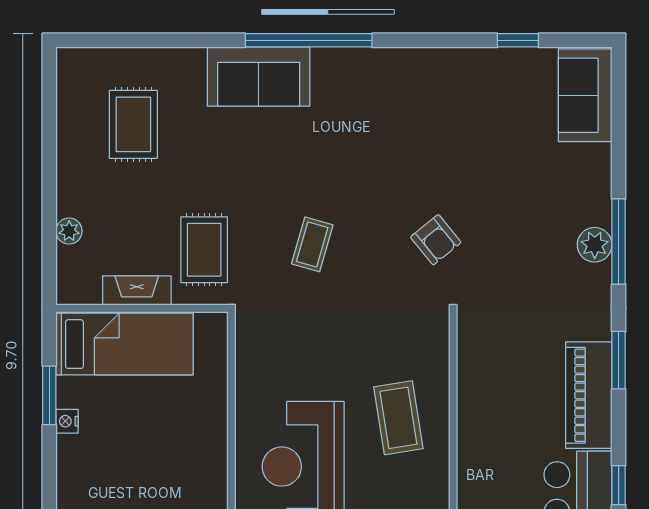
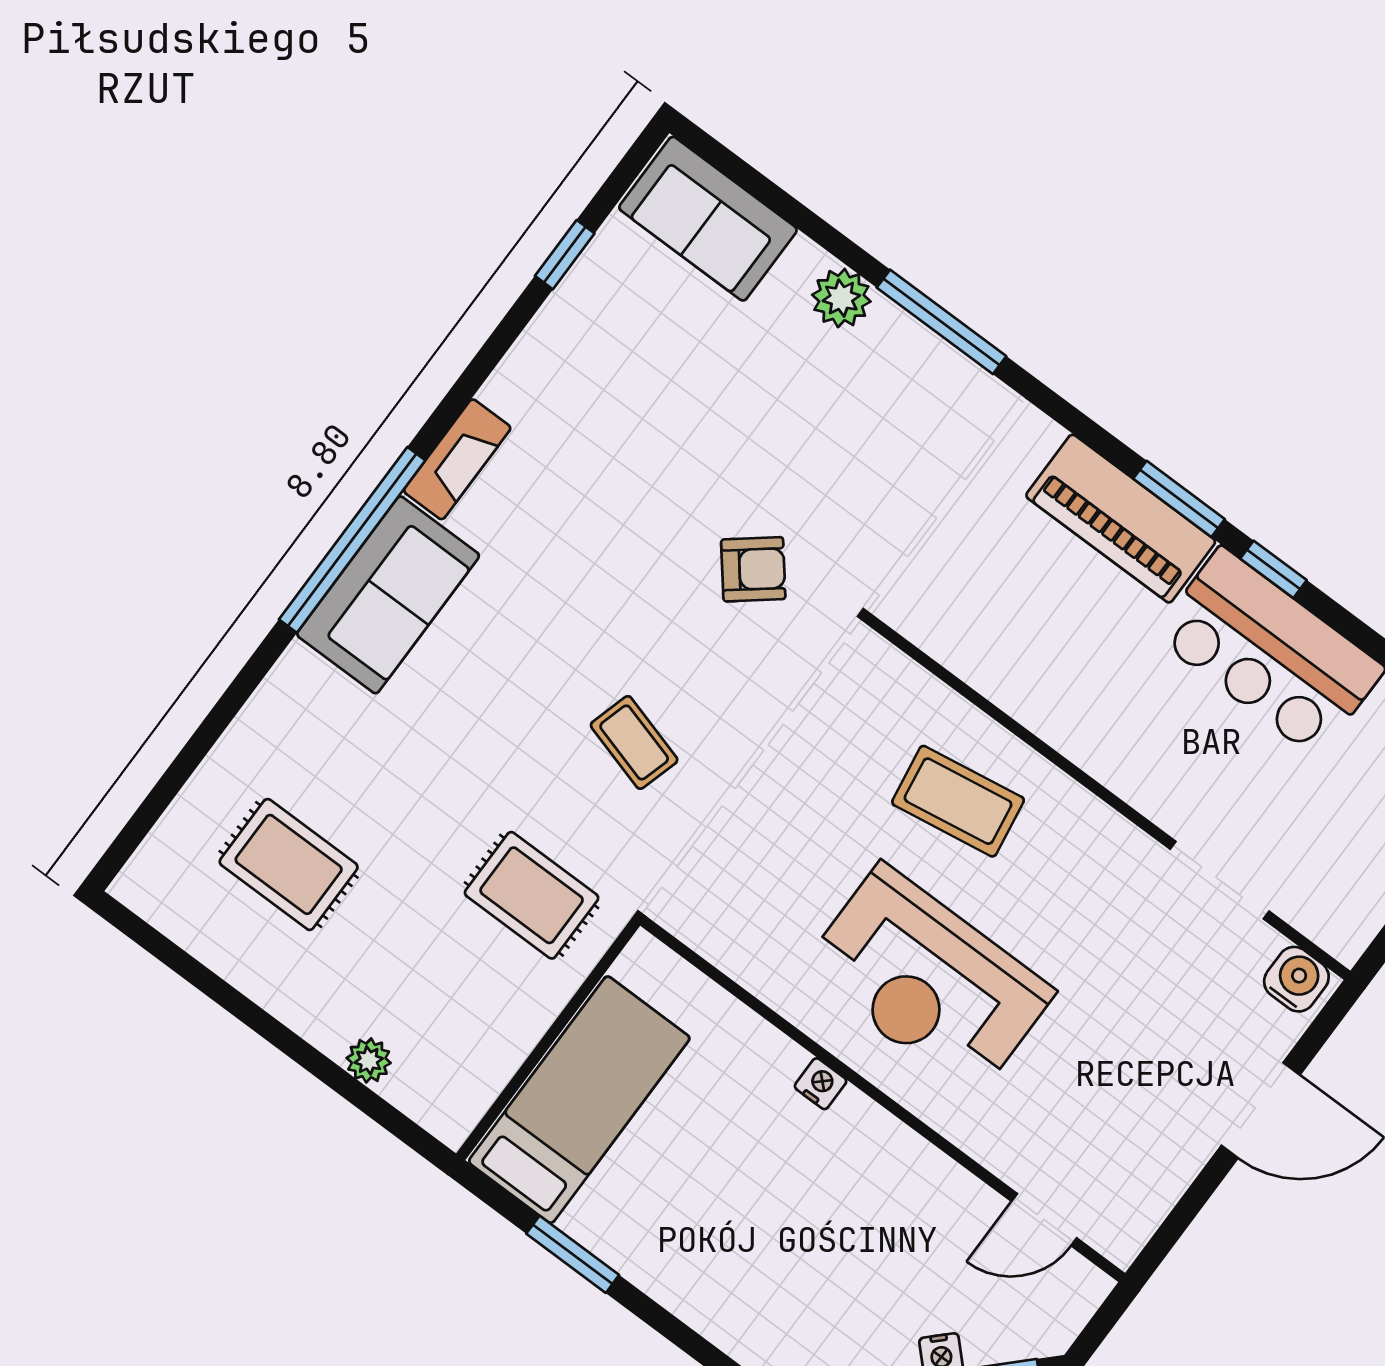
sofa: (259, 77) -> (388, 595), moved
plant: (595, 245) -> (841, 298), moved
fireplace: (137, 290) -> (457, 459), moved, turned 180
window: (619, 360) -> (1179, 499), moved
nightstand: (67, 421) -> (821, 1084), moved, turned 180

